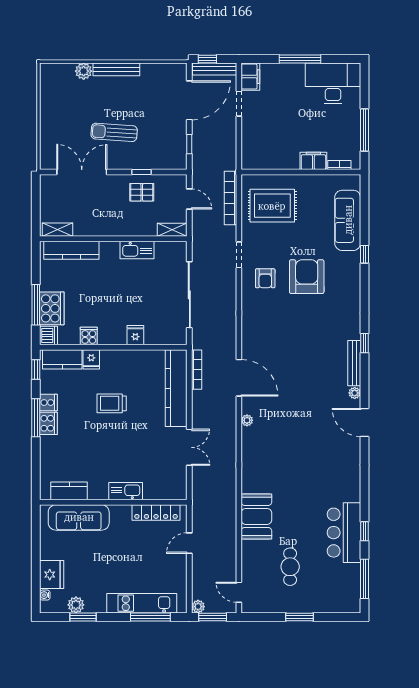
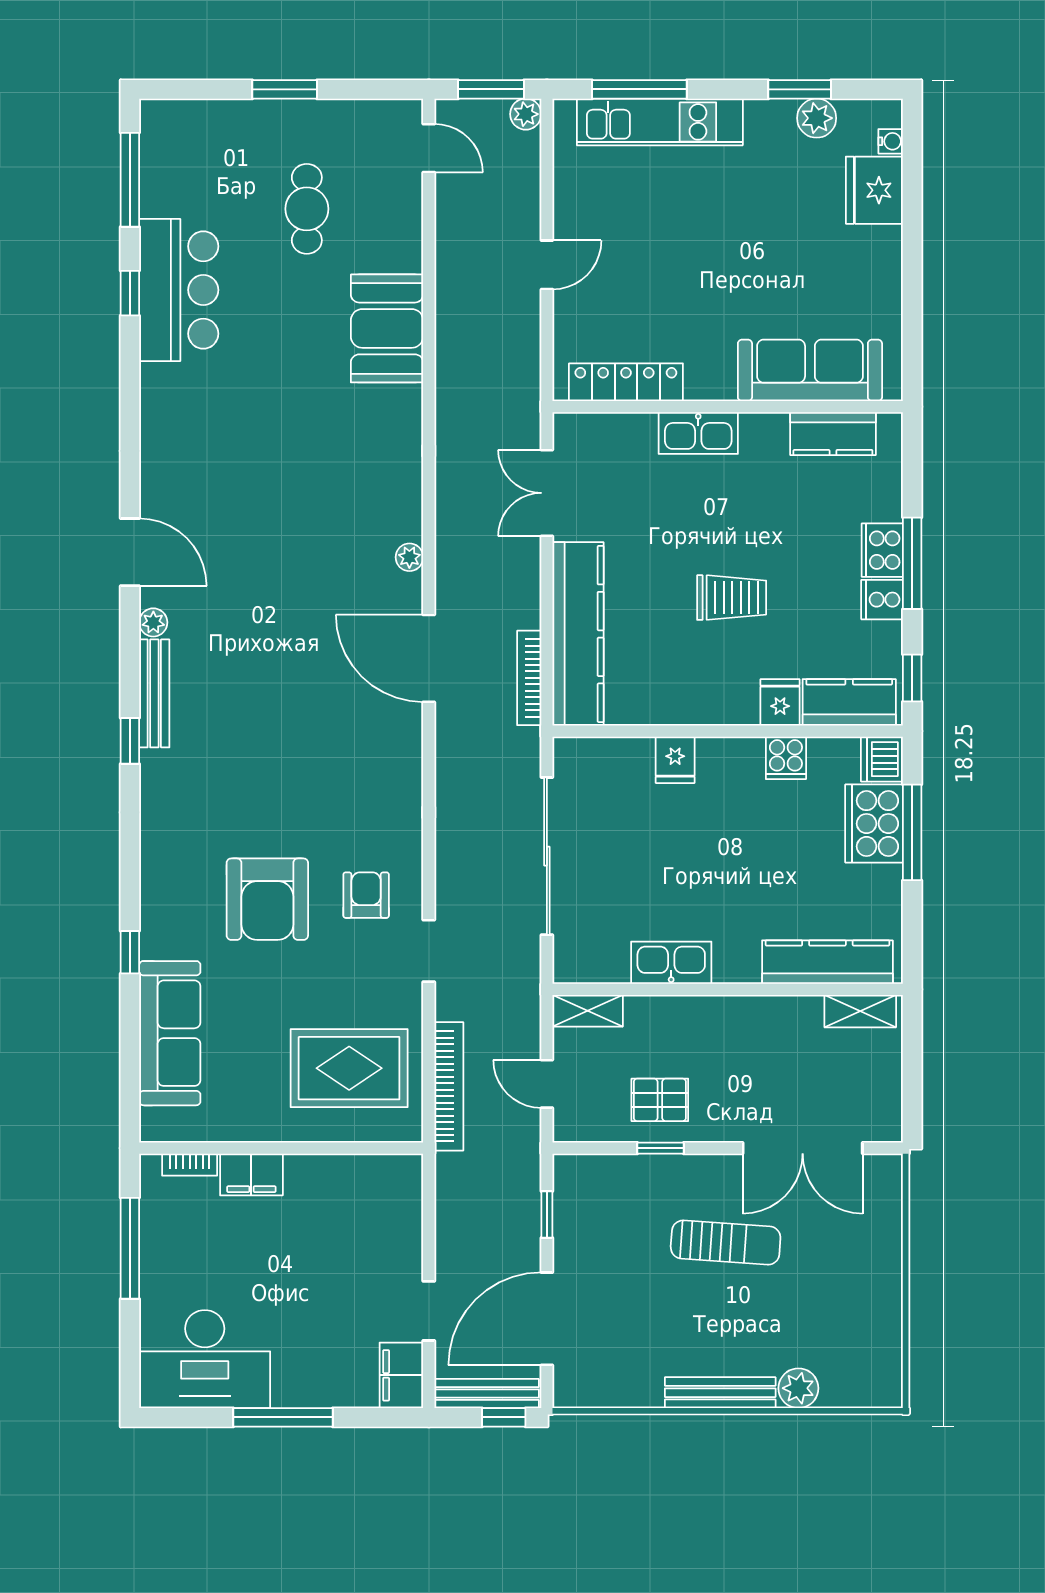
kitchen counter: (69, 491) -> (833, 434), moved
kitchen sink: (126, 491) -> (698, 433), moved
wall: (113, 502) -> (728, 407), moved
locker: (156, 512) -> (626, 382), moved
sofa: (79, 517) -> (810, 370), moved

